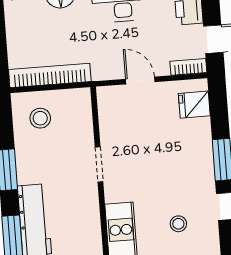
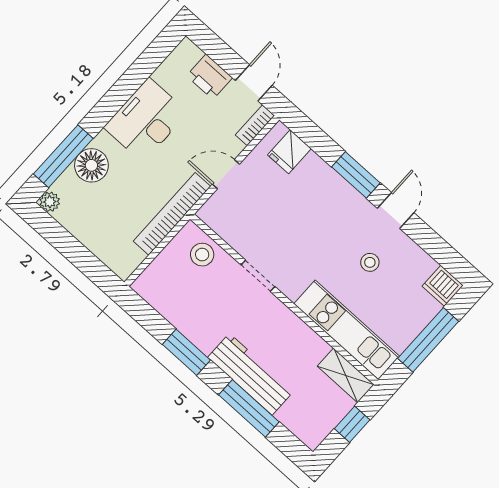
bookcase: (50, 75) -> (172, 214), moved
stool: (40, 118) -> (202, 255), moved

